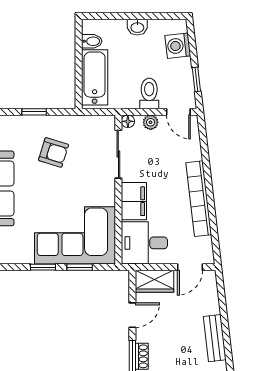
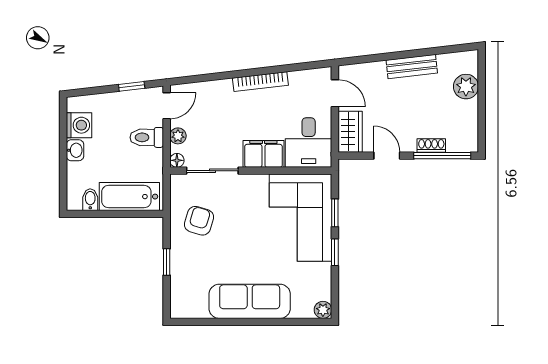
washing machine: (178, 46) -> (79, 125), moved, turned -83
armchair: (53, 152) -> (199, 221), moved
bookcase: (199, 199) -> (260, 82), width x0.68, depth x0.76

